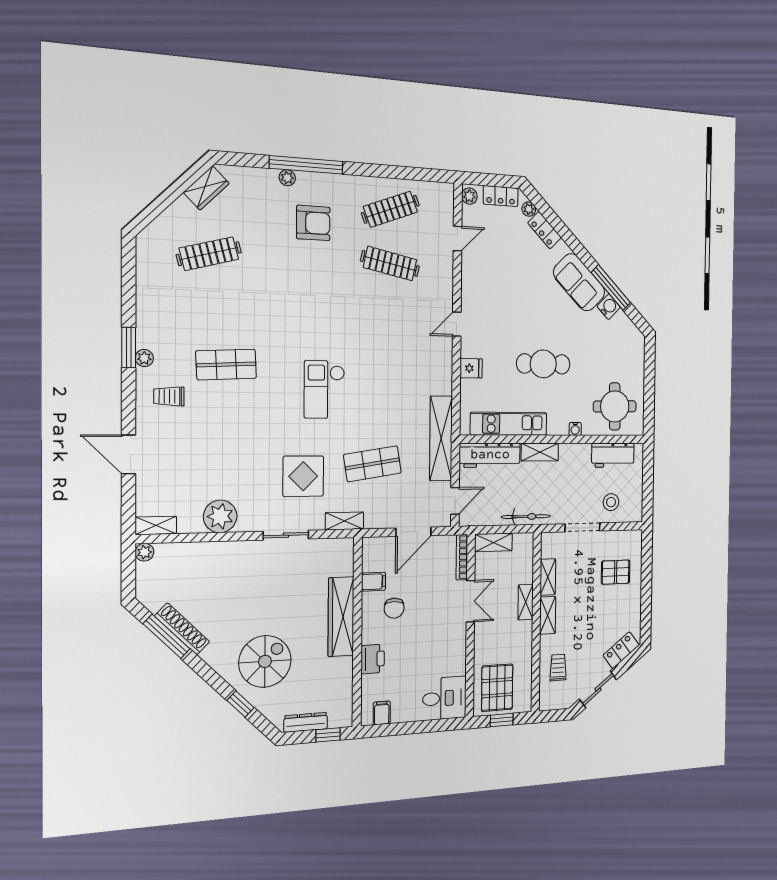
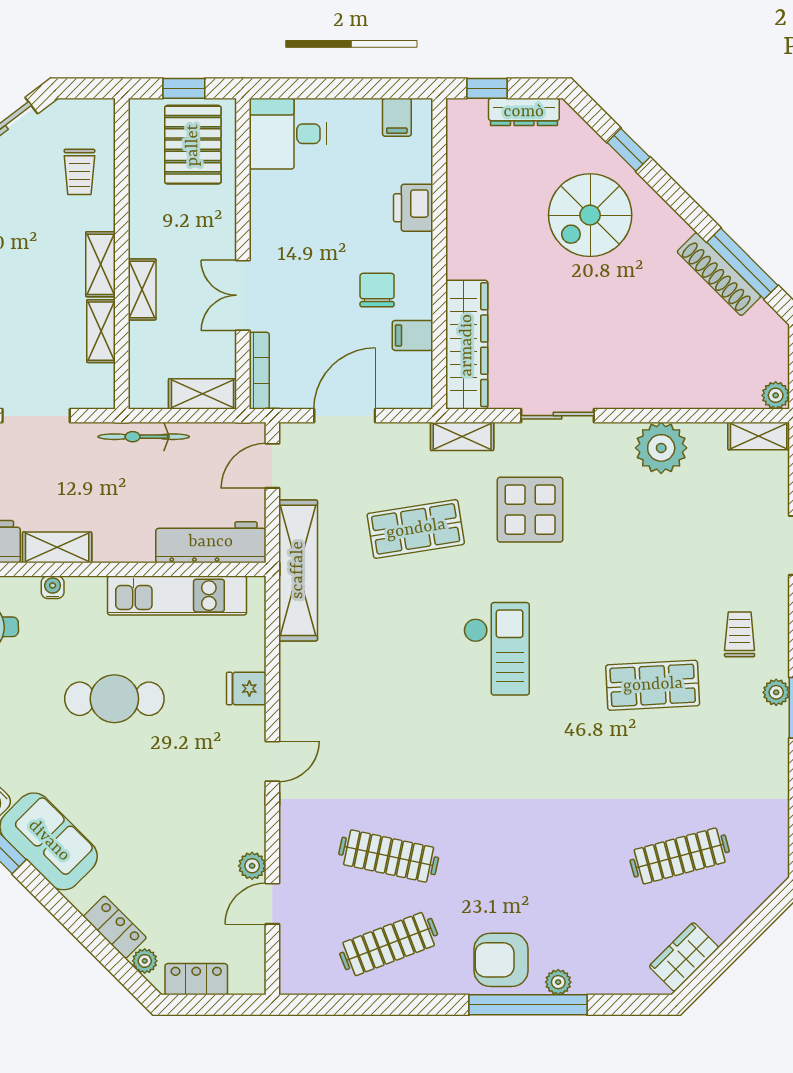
plant: (469, 196) -> (252, 866), moved
armchair: (313, 223) -> (501, 960), moved
trolley: (169, 396) -> (740, 634), turned -90
shelving: (540, 452) -> (57, 547), moved
wardrobe: (341, 617) -> (467, 345), moved

